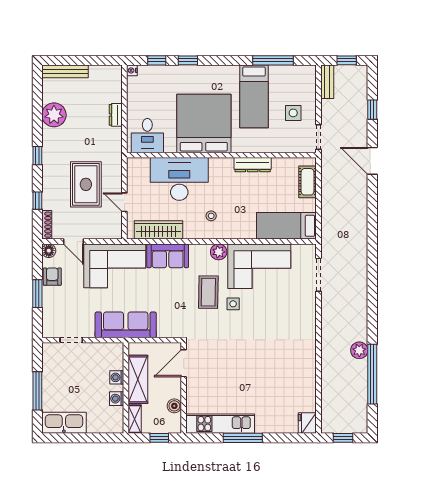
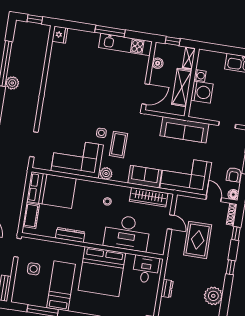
bed: (286, 226) -> (51, 190), width x1.50
washing machine: (117, 377) -> (202, 92), width x1.89, depth x1.89

